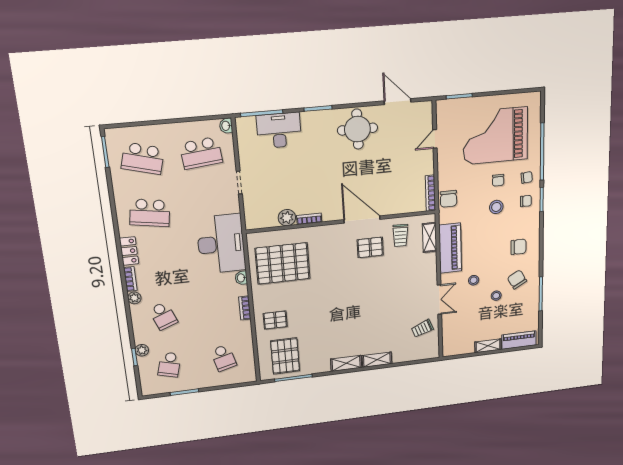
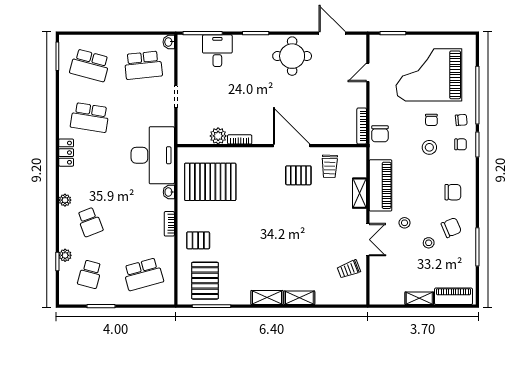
desk: (279, 130) -> (217, 51), width x0.73
shelving: (430, 237) -> (359, 193), moved
bookcase: (130, 279) -> (64, 180), removed
chair: (517, 279) -> (451, 228), turned 96
school desk: (223, 358) -> (143, 274), width x1.85

